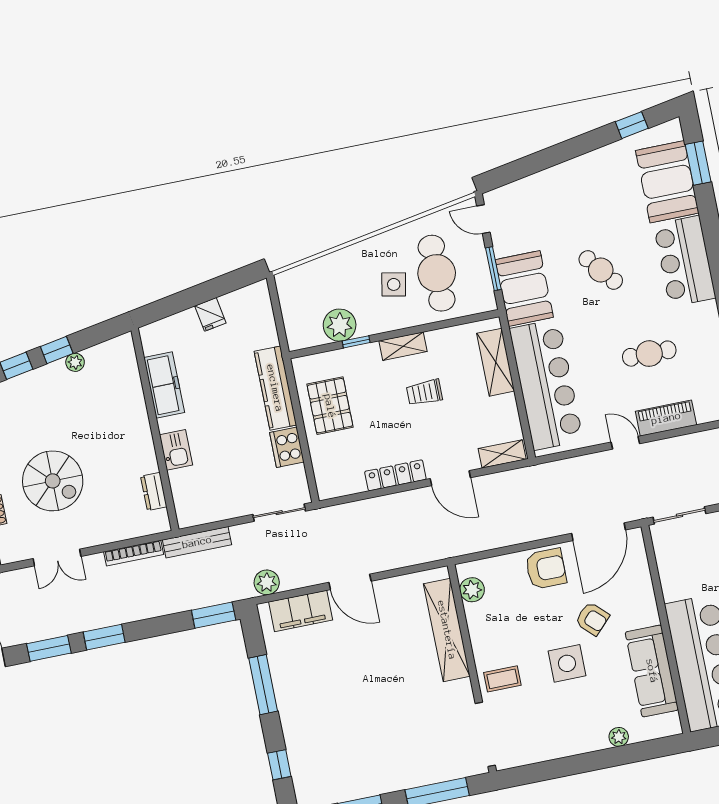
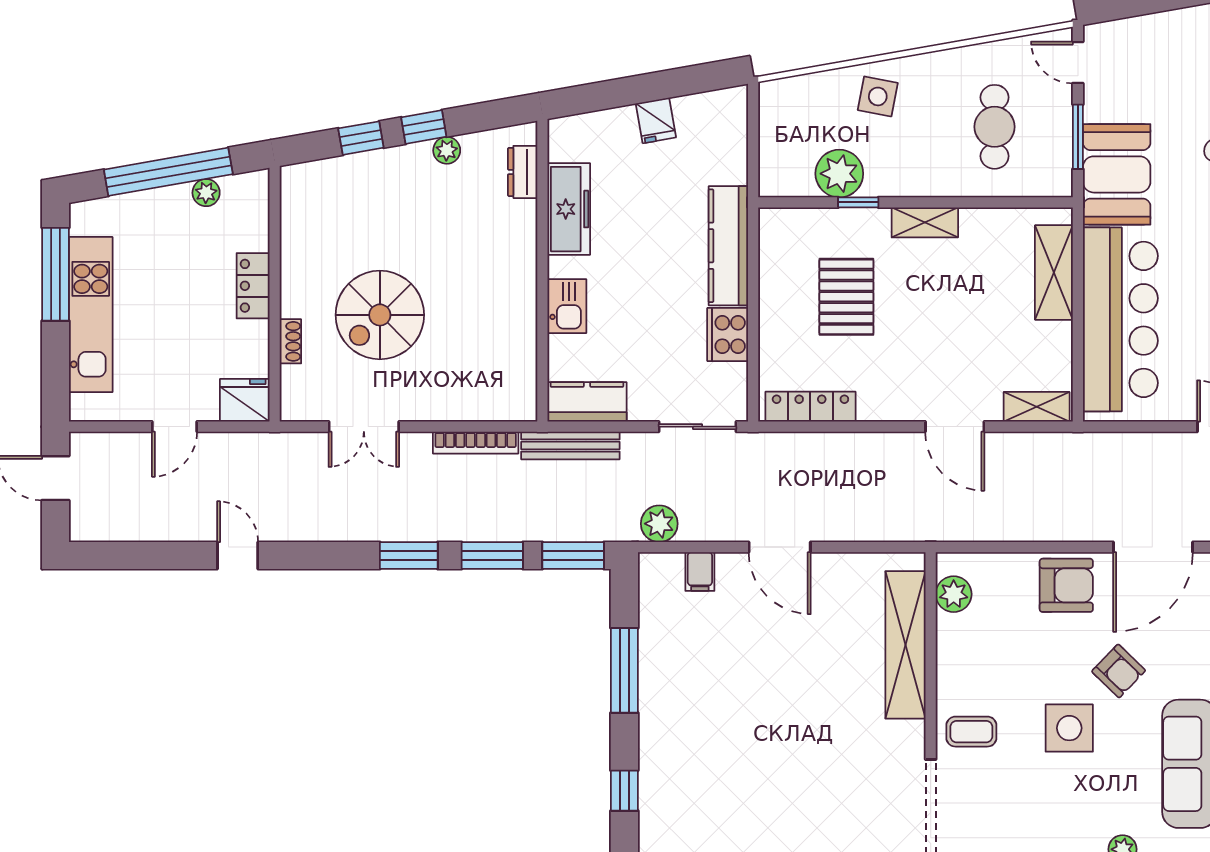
cafe table: (437, 273) -> (995, 127), width x0.73, depth x0.74
side table: (394, 284) -> (878, 96), moved
trolley: (424, 392) -> (942, 295), removed
pallet: (330, 406) -> (846, 297), moved
locker: (395, 475) -> (810, 407), moved
spiral stairs: (53, 481) -> (380, 315), turned 90
dresser: (154, 492) -> (523, 172), moved
kitchen counter: (202, 511) -> (587, 402), added
filing cabinet: (301, 611) -> (700, 572), width x0.33, depth x0.86
window: (49, 648) -> (492, 556), moved

